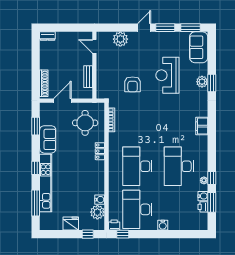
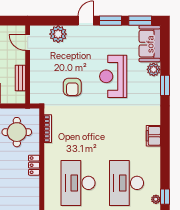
plant: (202, 82) -> (154, 69), moved

